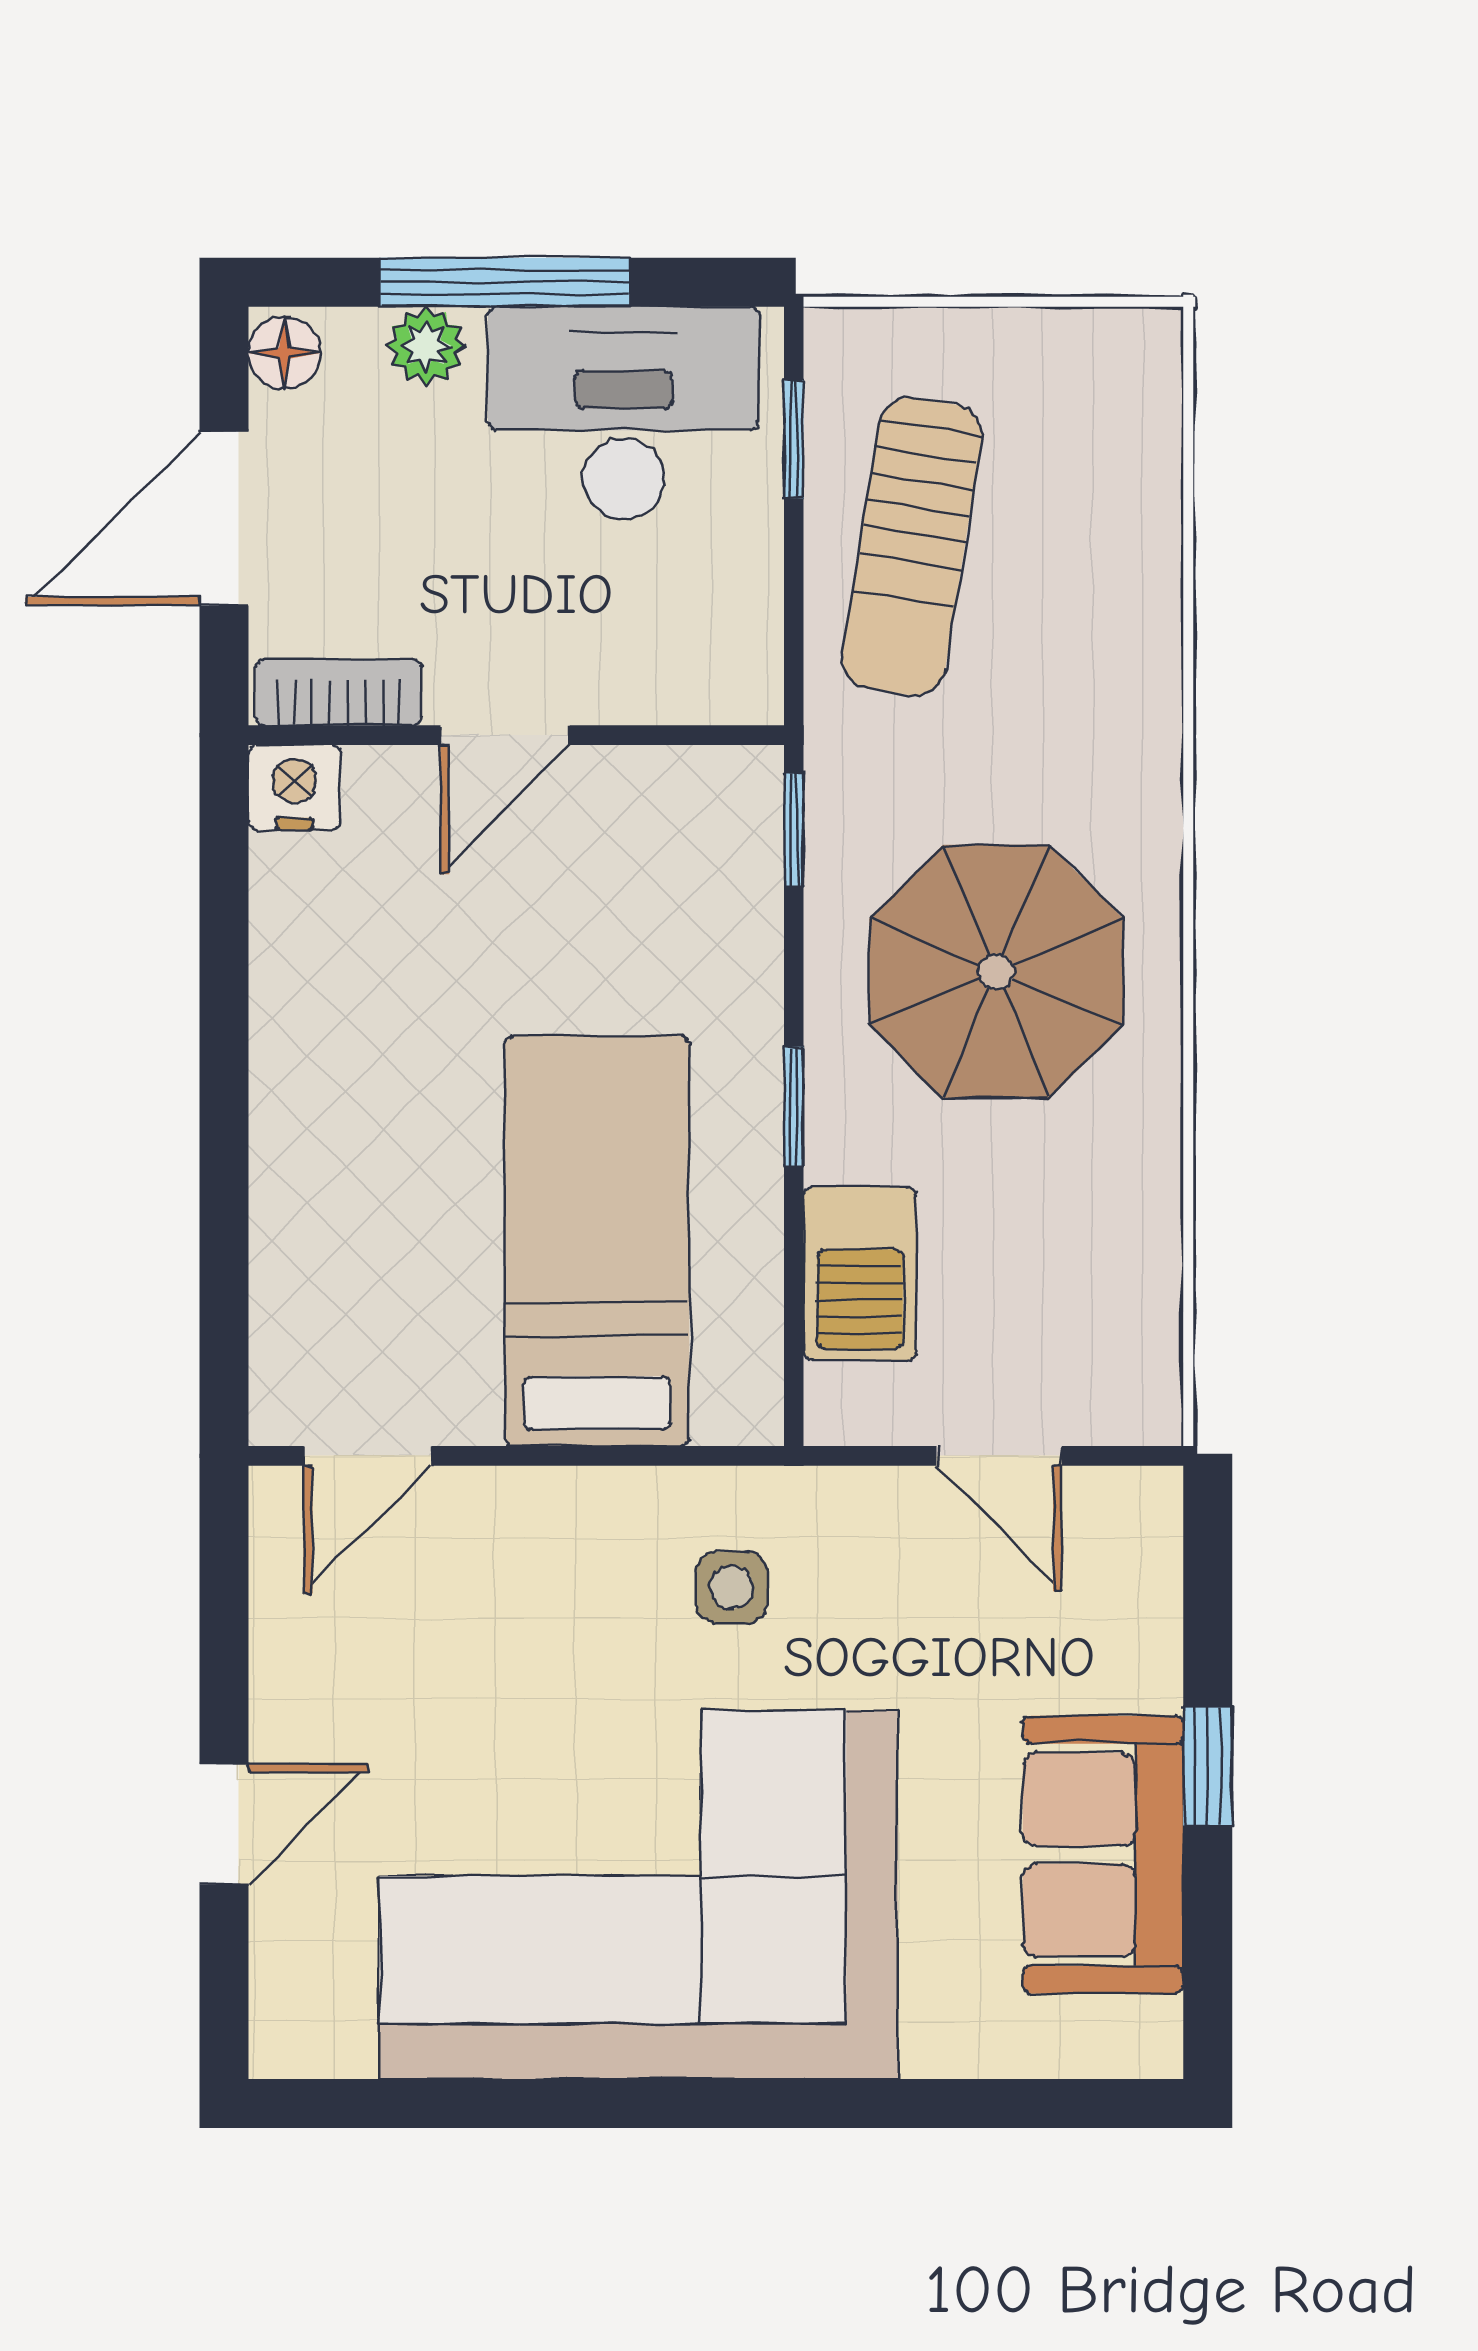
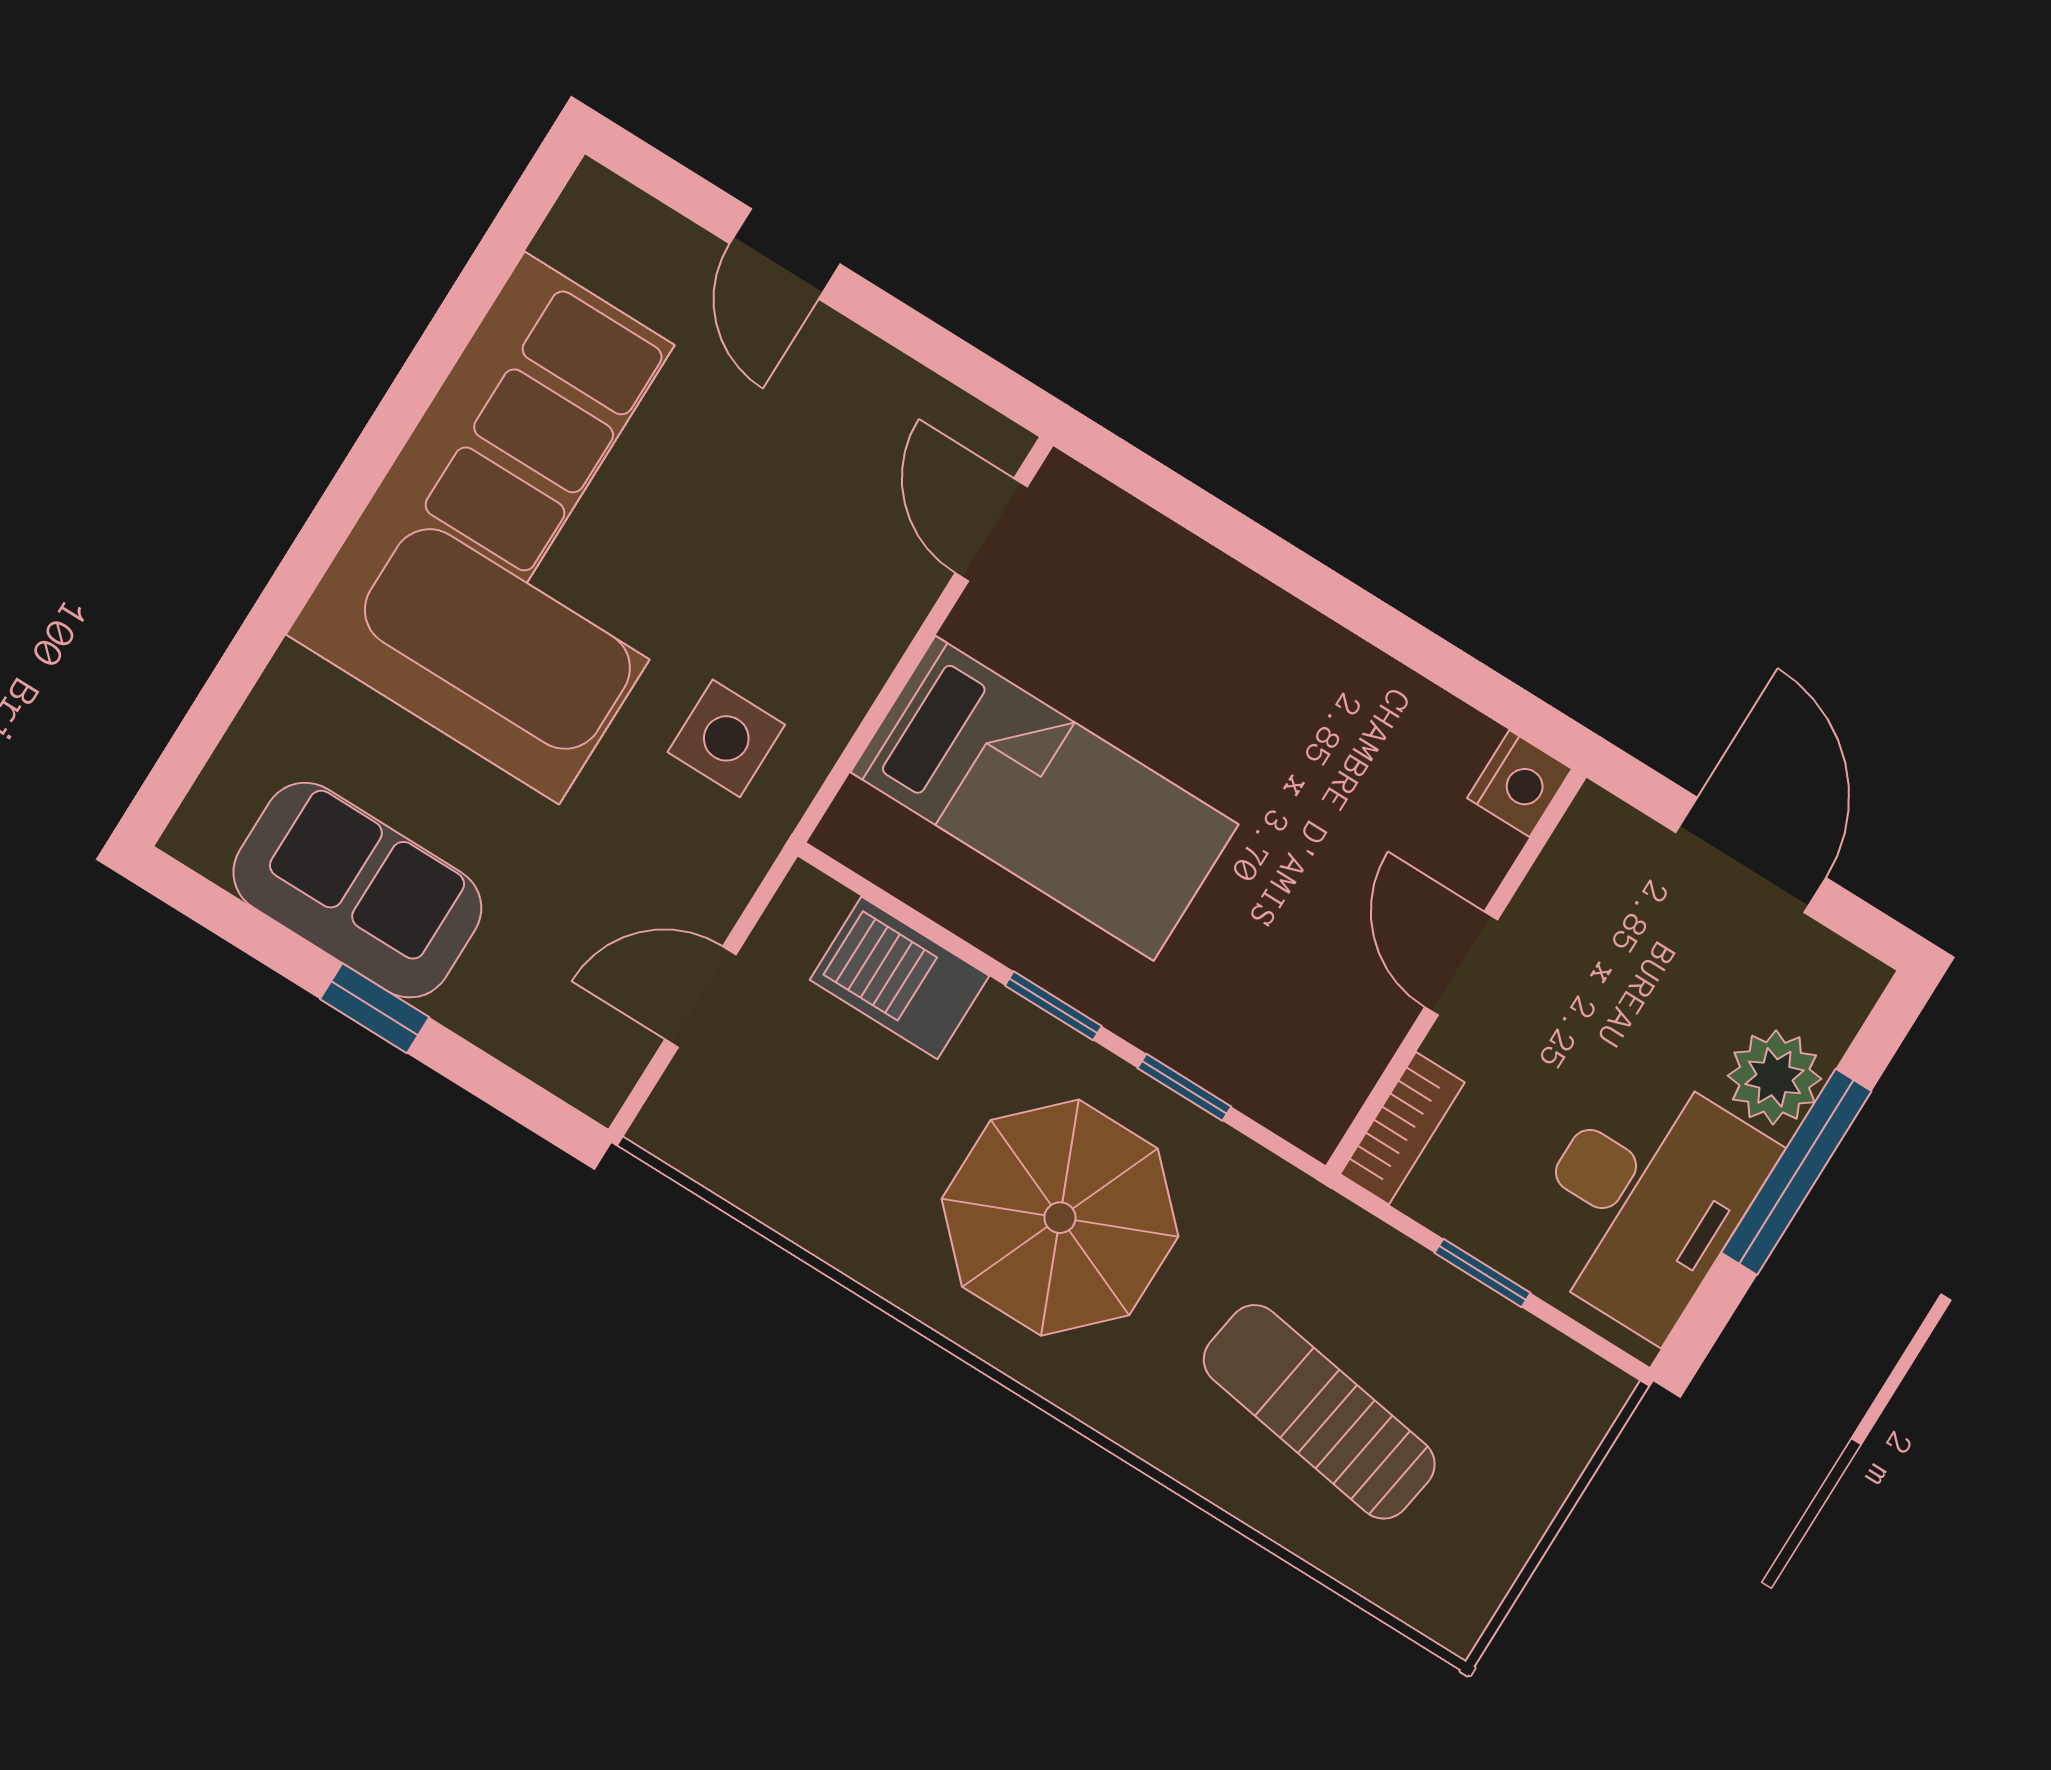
plant: (426, 346) -> (1774, 1077), width x1.38, depth x1.38
floor lamp: (284, 353) -> (1845, 976), removed
window: (794, 439) -> (1482, 1273), moved
sun lounger: (912, 547) -> (1319, 1412), moved
bookcase: (339, 692) -> (1402, 1128), moved
window: (794, 829) -> (1184, 1087), moved
side table: (732, 1587) -> (726, 738), width x1.37, depth x1.37

